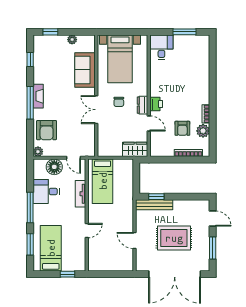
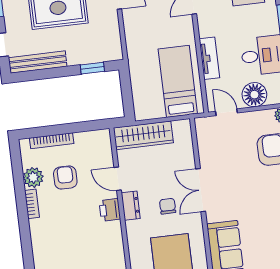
double door: (96, 110) -> (201, 190), swing flipped
wardrobe: (135, 149) -> (143, 135), width x1.50
bench: (154, 205) -> (38, 62), moved

